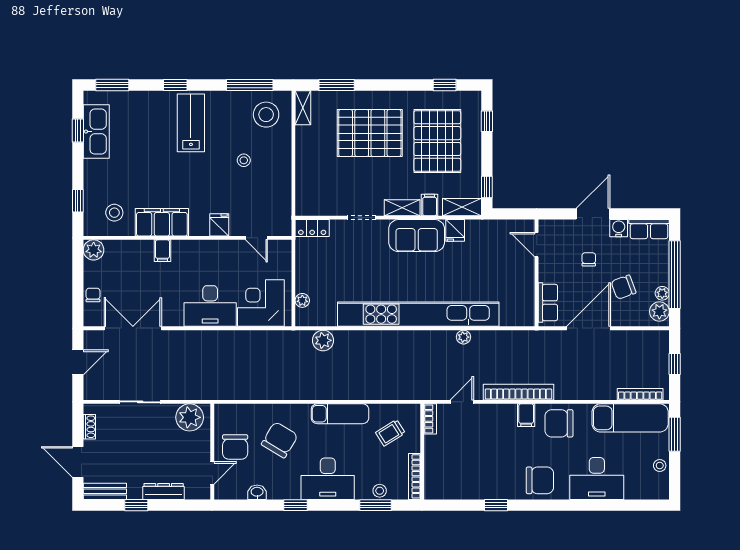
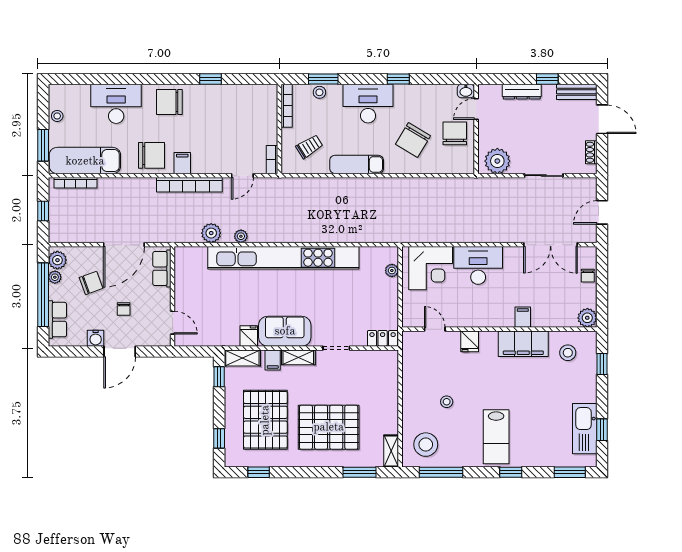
row of seats: (649, 229) -> (57, 320), moved, turned 90
plant: (323, 340) -> (211, 233), moved
washbasin: (257, 492) -> (466, 91), moved

